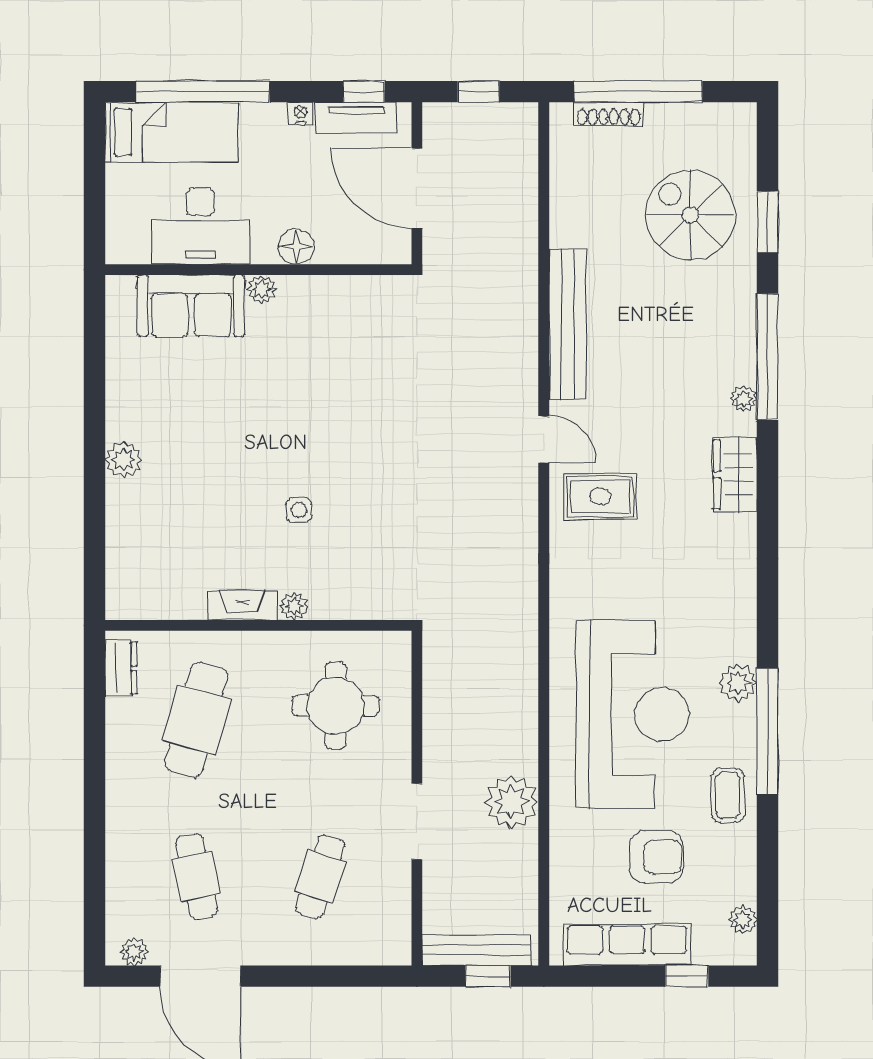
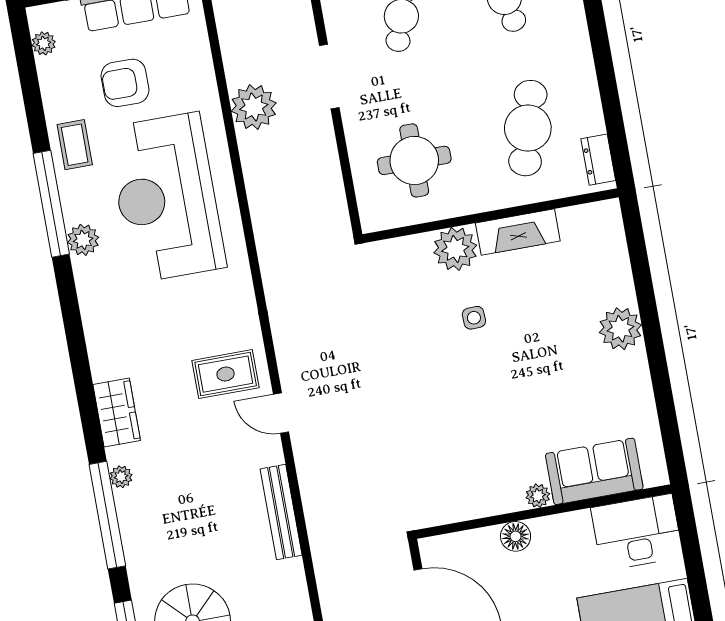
desk: (201, 226) -> (637, 532), moved
bench: (568, 324) -> (281, 512), width x0.73, depth x0.82
plant: (124, 460) -> (620, 329), width x1.36, depth x1.36
fireplace: (243, 605) -> (518, 232), width x1.37, depth x1.32
plant: (294, 606) -> (455, 249), width x1.88, depth x1.88

